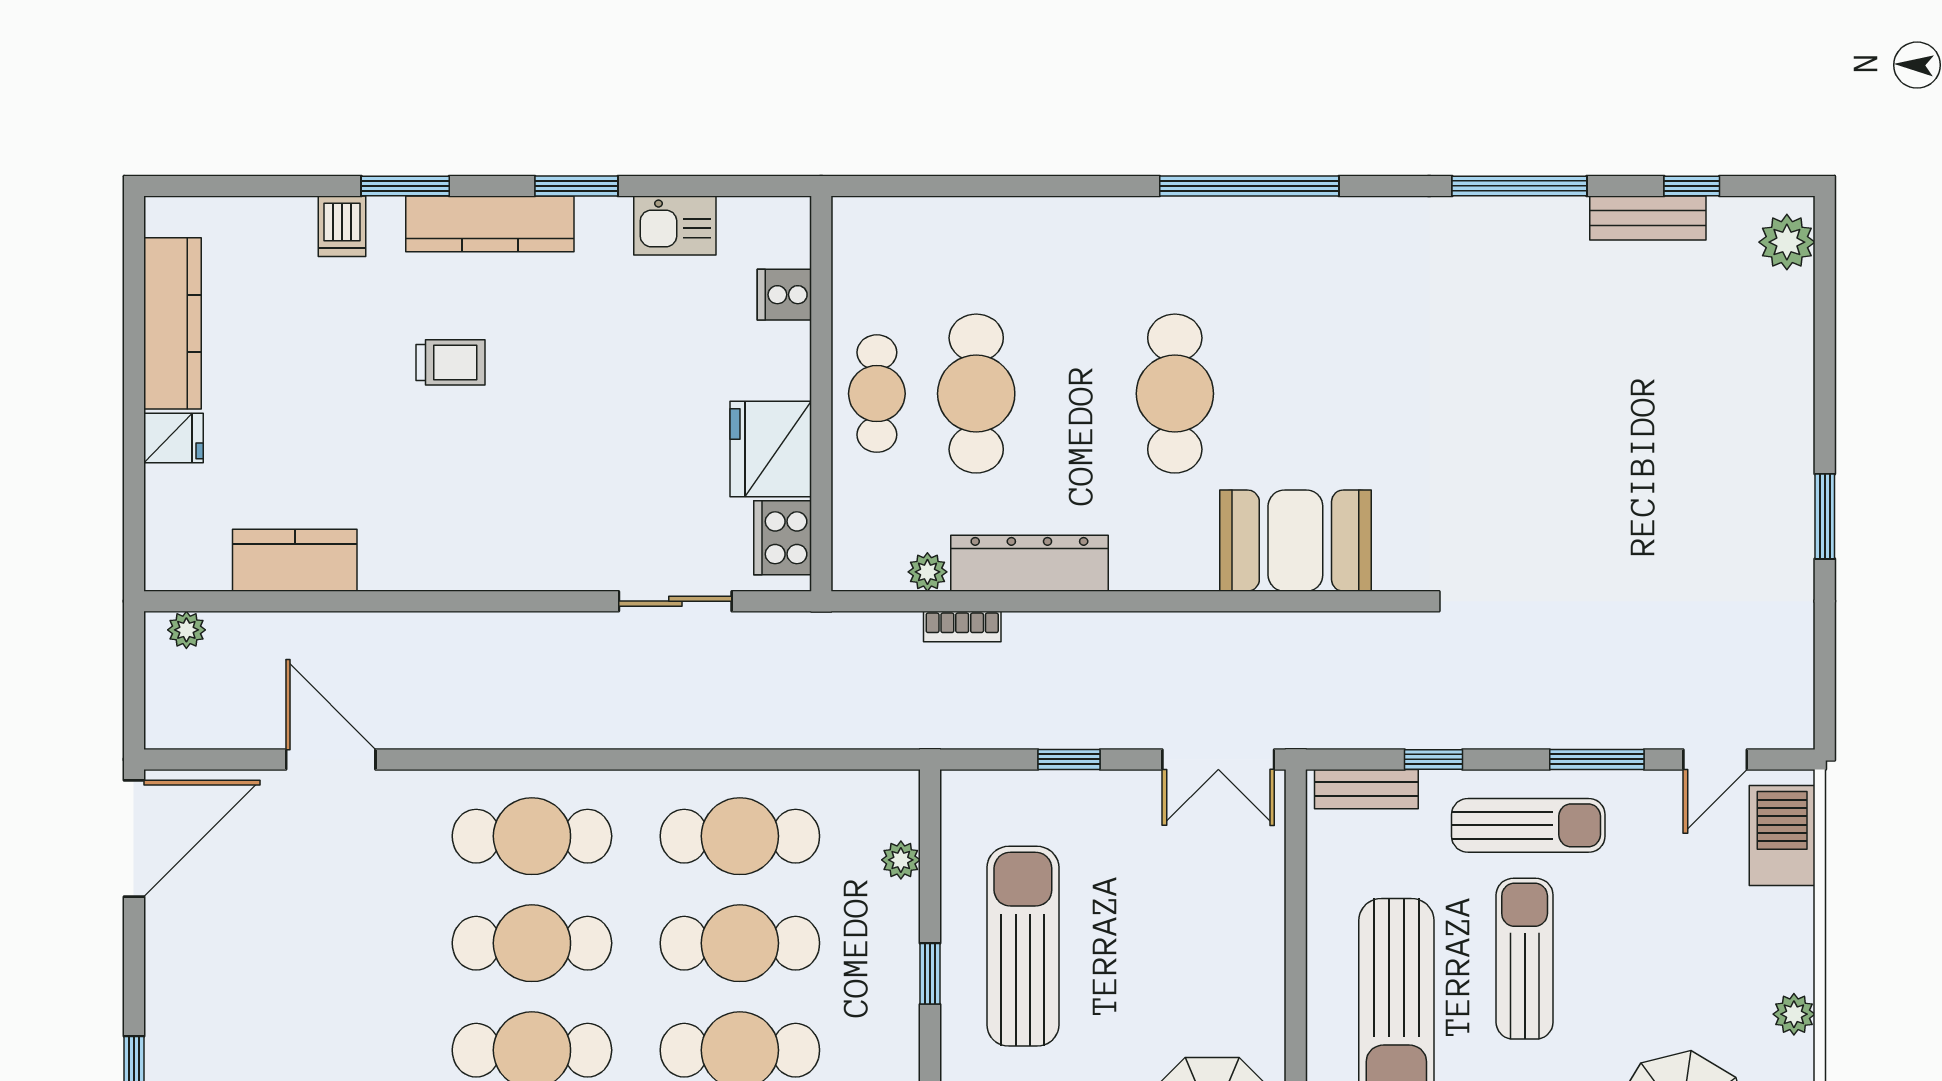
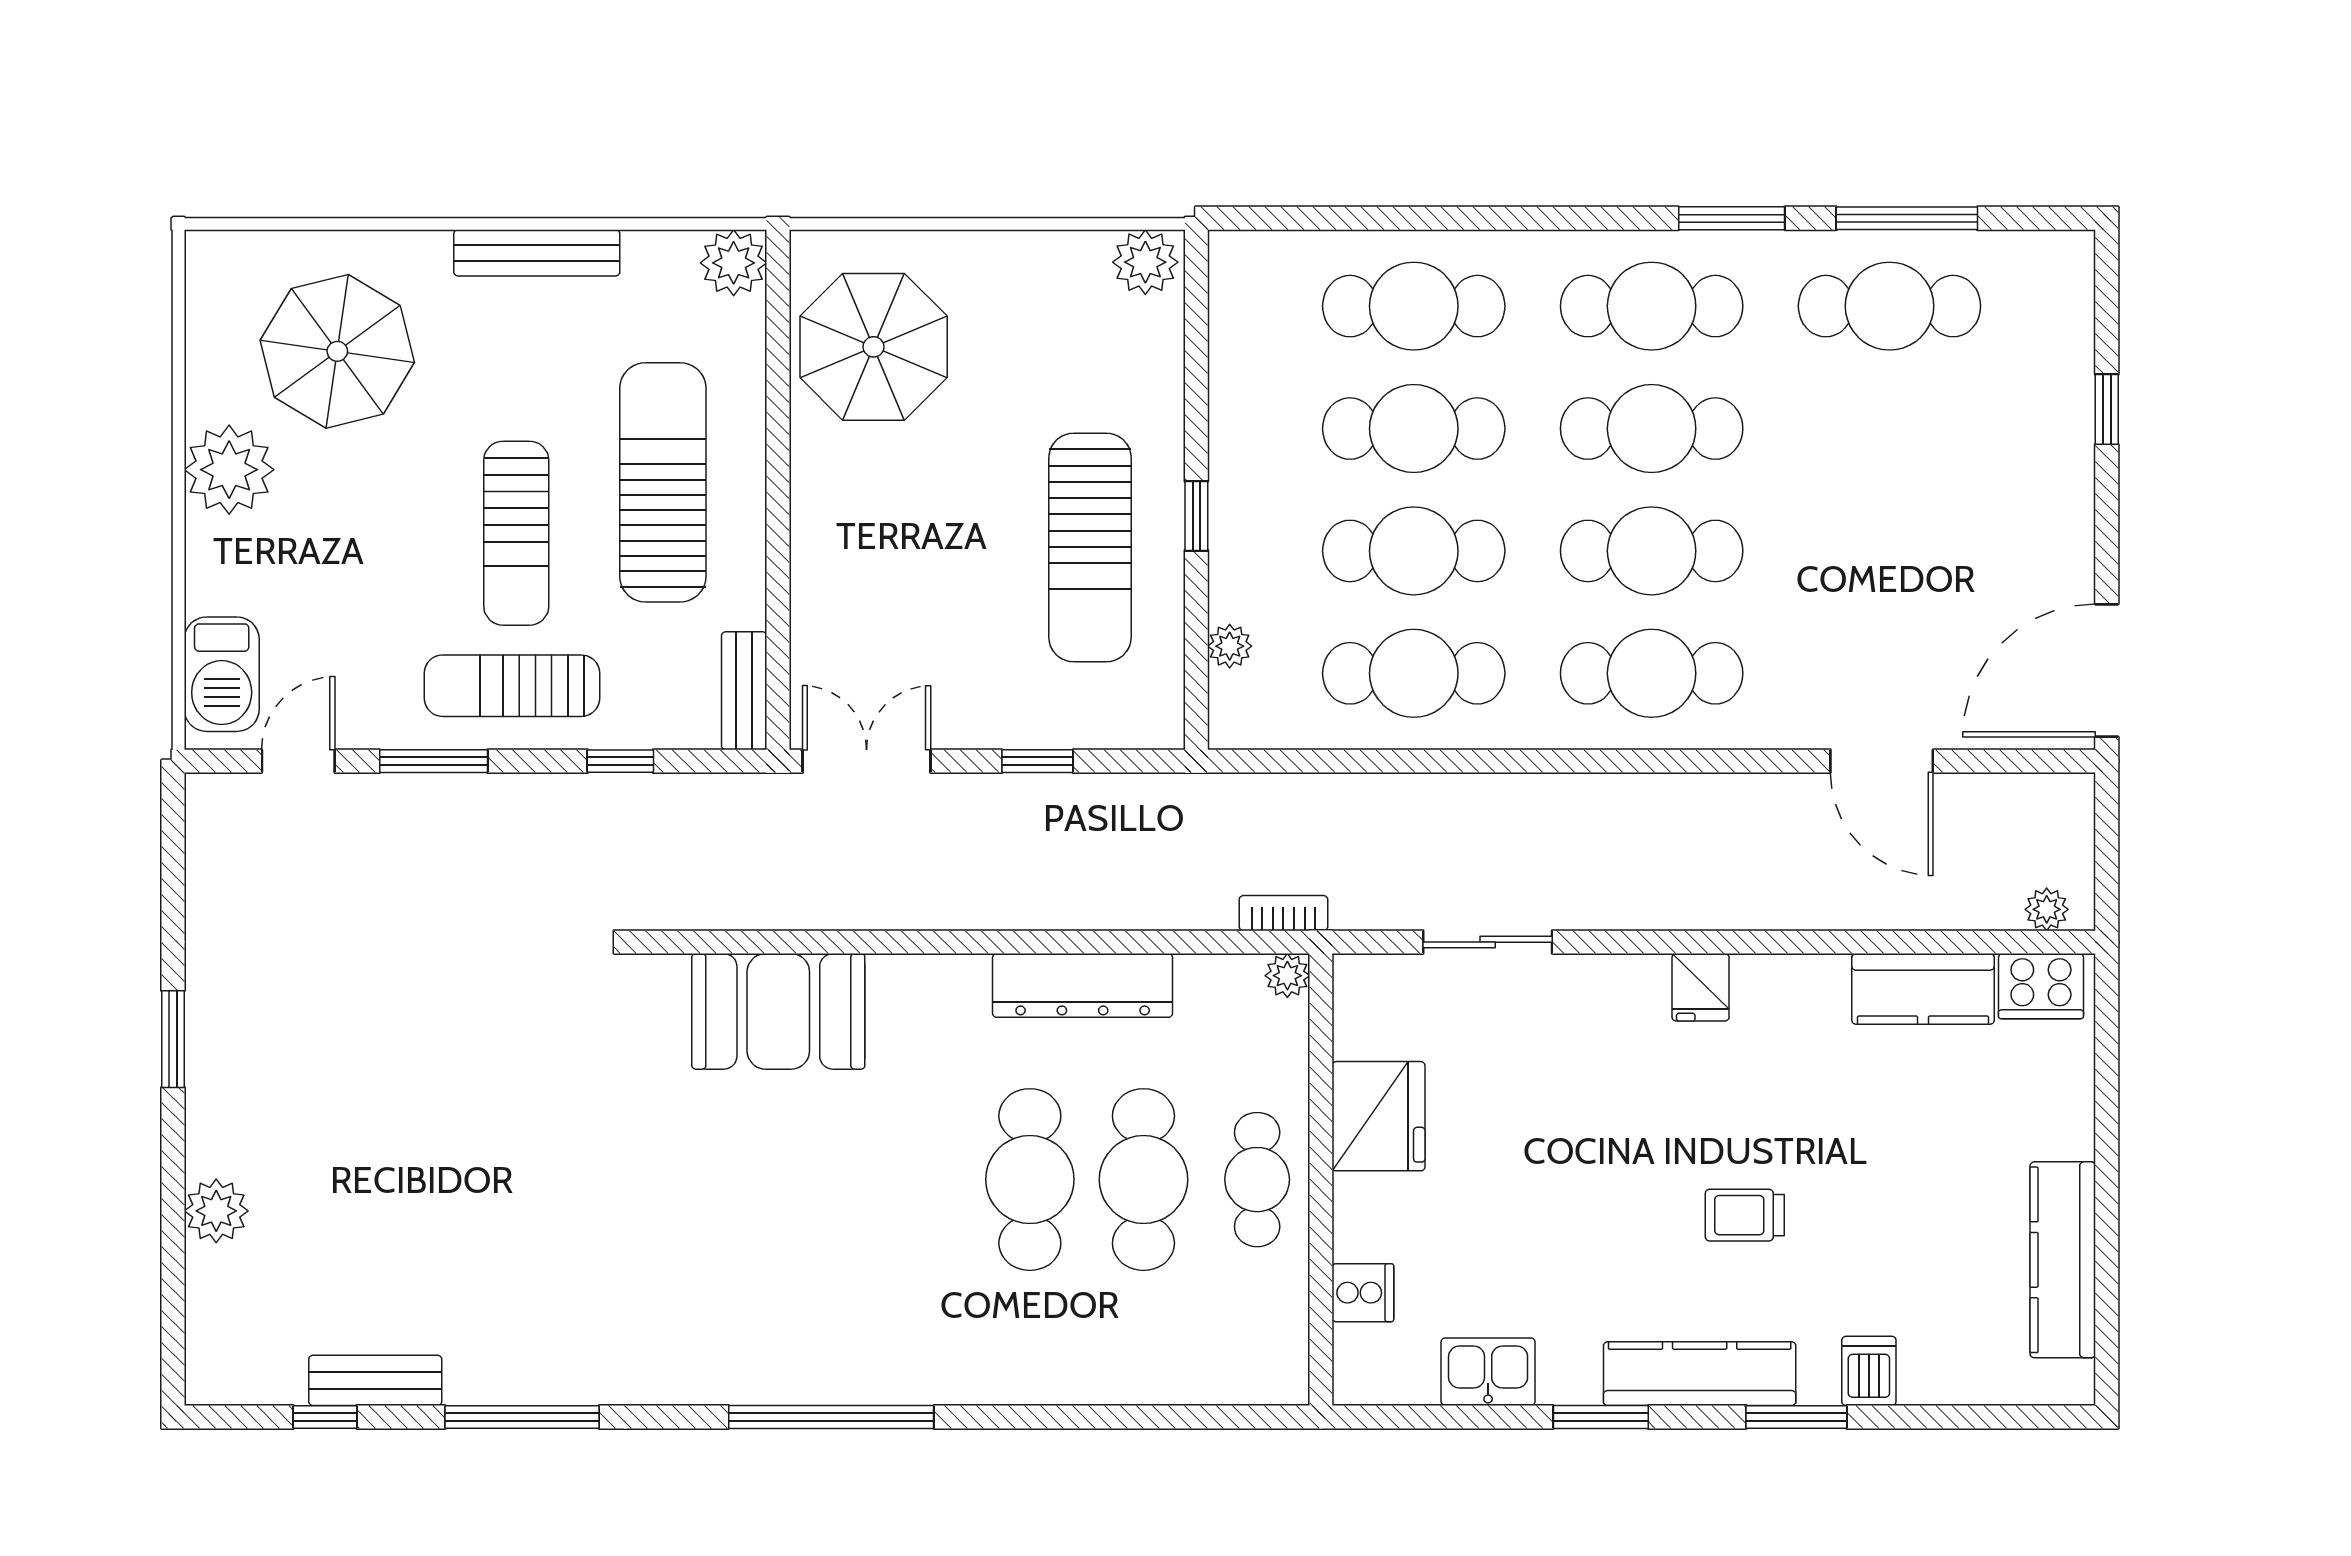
plant: (1787, 242) -> (216, 1211), moved
cafe table: (1175, 394) -> (1030, 1180), moved
fridge: (174, 438) -> (1701, 987), moved, turned -90
cooker: (783, 538) -> (2041, 986), moved, turned 90
plant: (927, 572) -> (1287, 976), moved
bookcase: (962, 627) -> (1283, 913), moved
bench: (1366, 789) -> (744, 691), moved, turned 90
plant: (1794, 1014) -> (229, 470), width x1.88, depth x1.88

